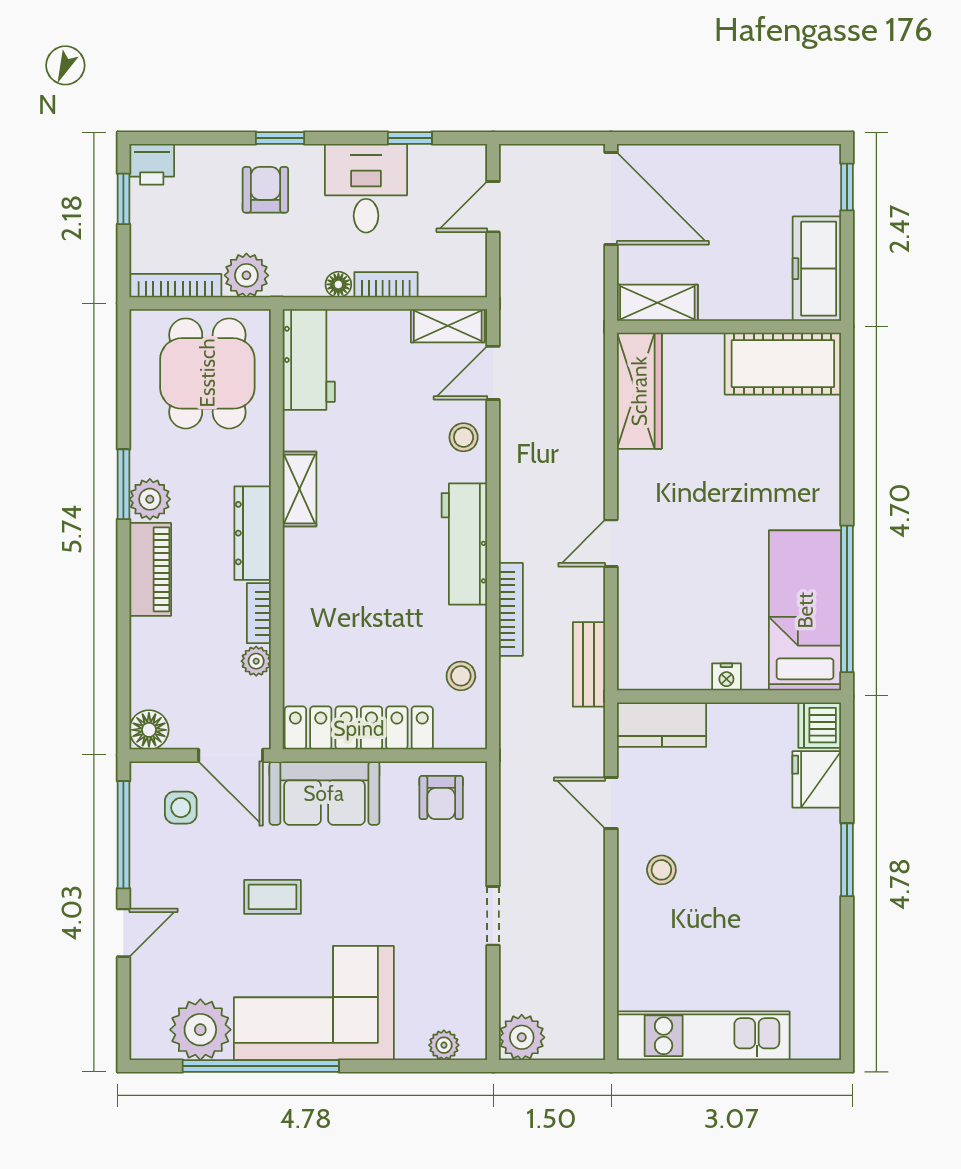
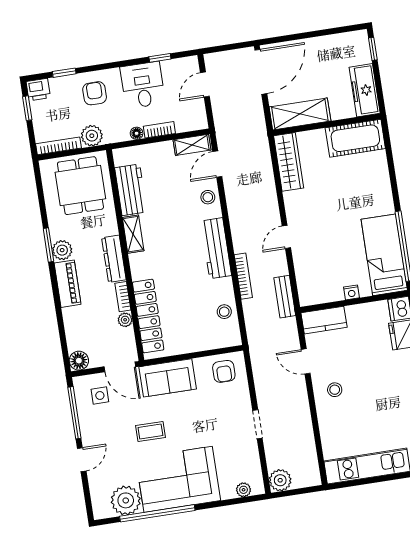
window: (280, 138) -> (64, 73), moved
door: (611, 198) -> (261, 72), hinge flipped
shelving: (657, 303) -> (300, 114), width x1.50, depth x1.33
workbench: (309, 359) -> (131, 190), moved
locker: (359, 728) -> (148, 316), moved, turned 90

